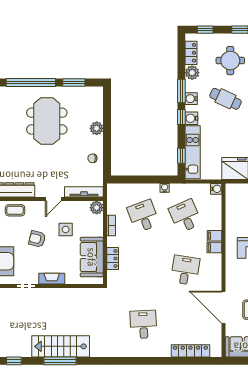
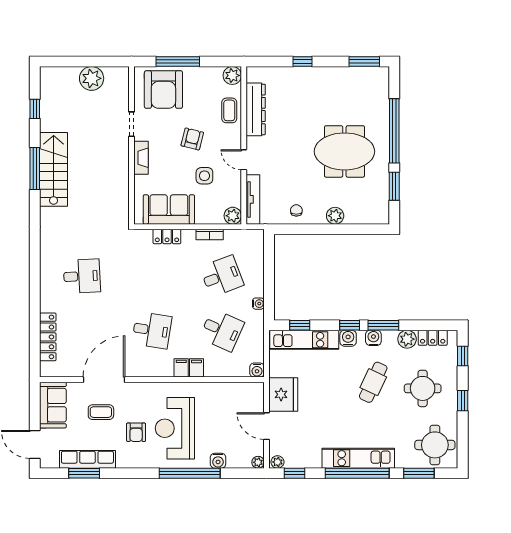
desk: (185, 216) -> (222, 330), turned 48

